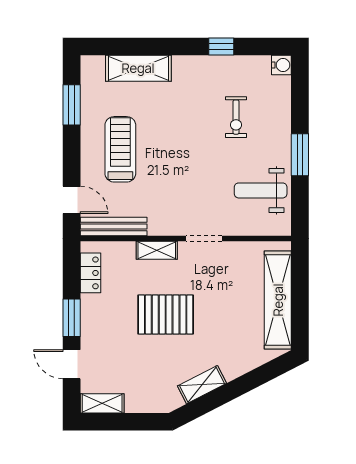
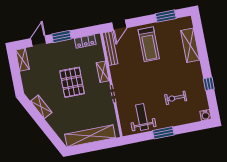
treadmill: (120, 149) -> (149, 44), turned 90

